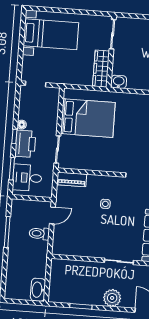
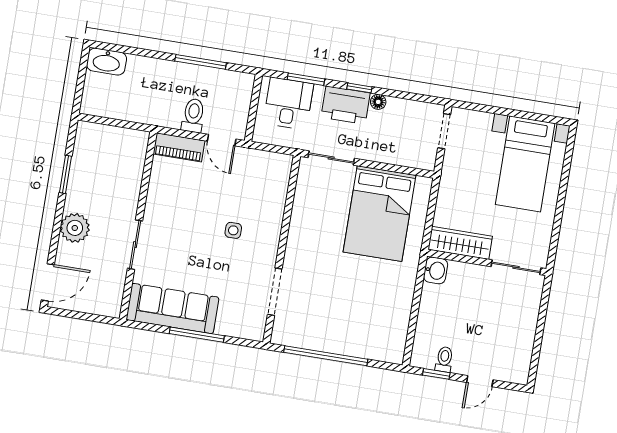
piano: (72, 179) -> (179, 147), moved, turned -90
washbasin: (38, 290) -> (107, 62), moved, turned 180

